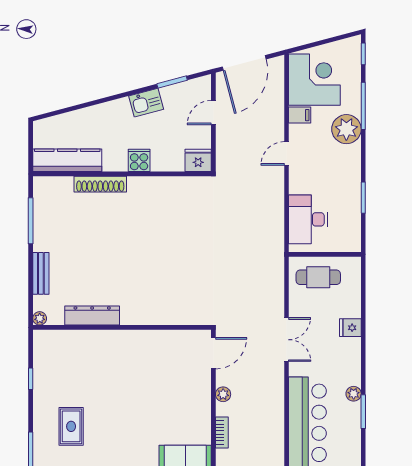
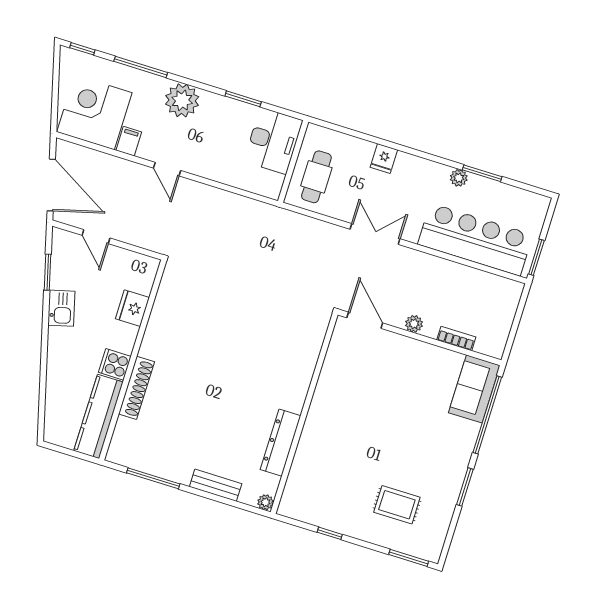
plant: (346, 129) -> (182, 100), moved
cooker: (139, 160) -> (115, 364), moved
fridge: (198, 160) -> (132, 308), moved
desk: (308, 219) -> (273, 141), moved, turned -90

